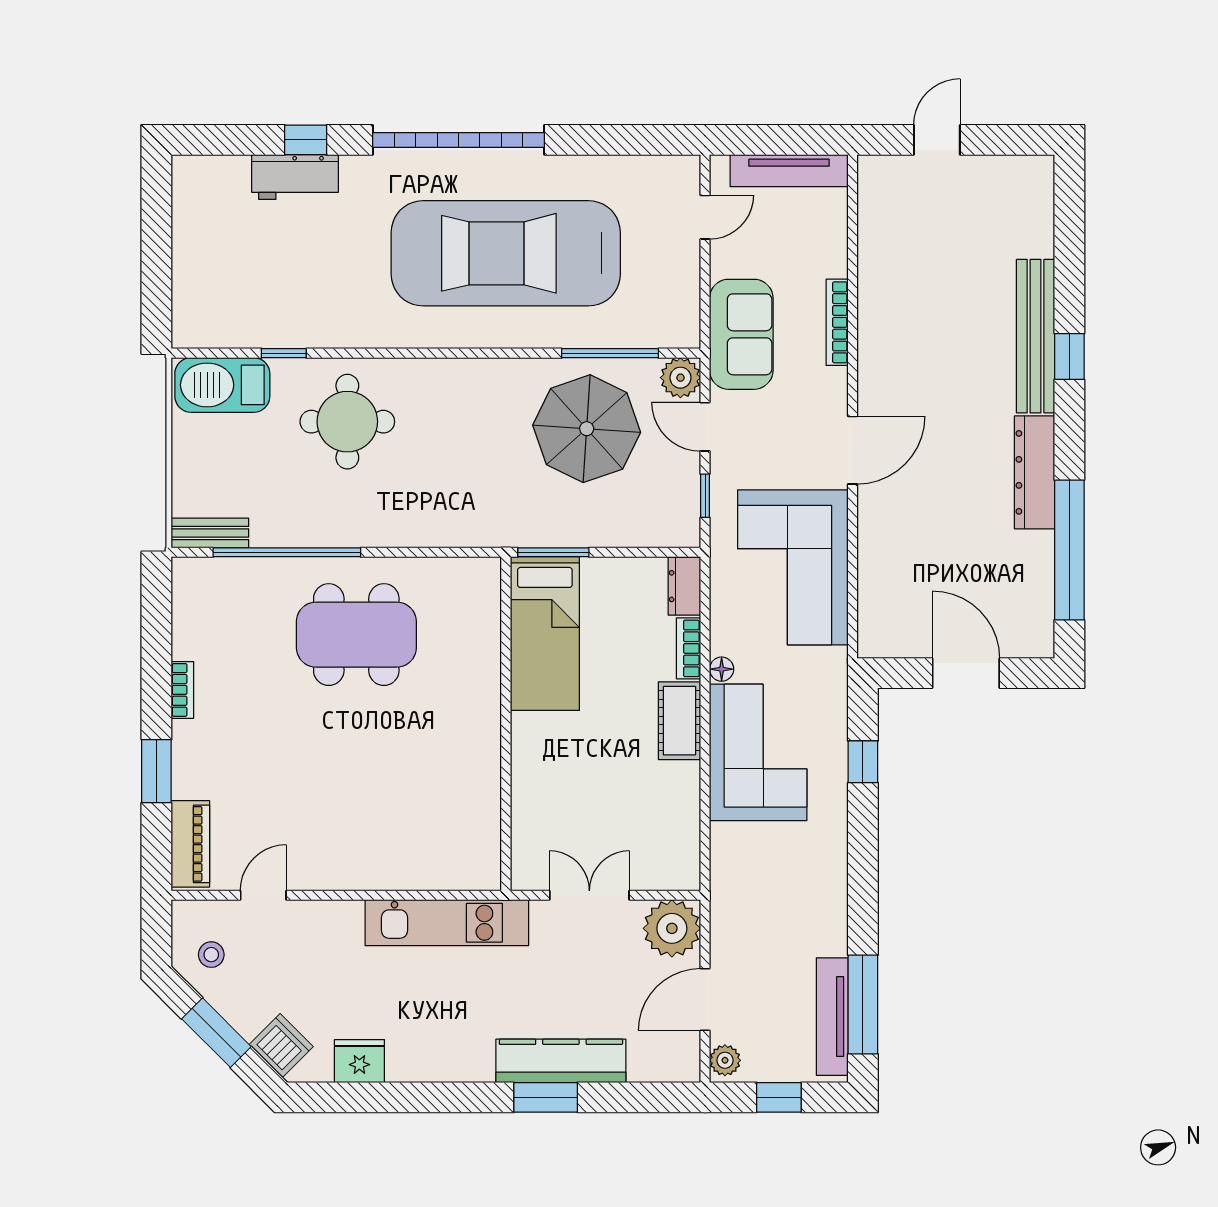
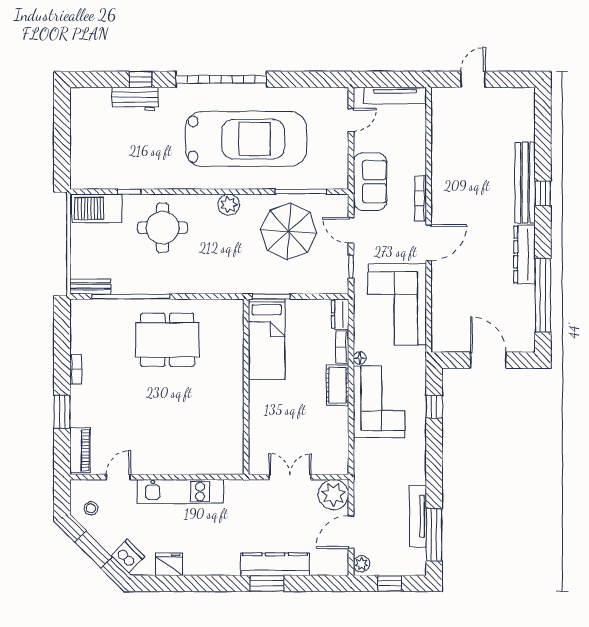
car: (506, 253) -> (246, 139), turned 180
bookcase: (837, 322) -> (420, 198), moved
plant: (680, 378) -> (229, 205), moved
kitchen unit: (447, 923) -> (180, 492), moved
tv unit: (832, 1017) -> (418, 516), moved

